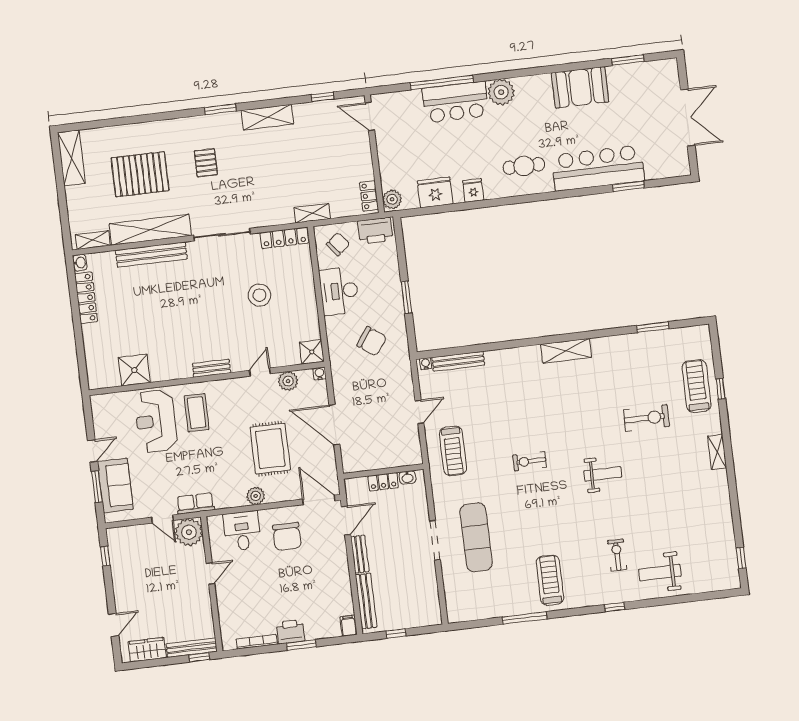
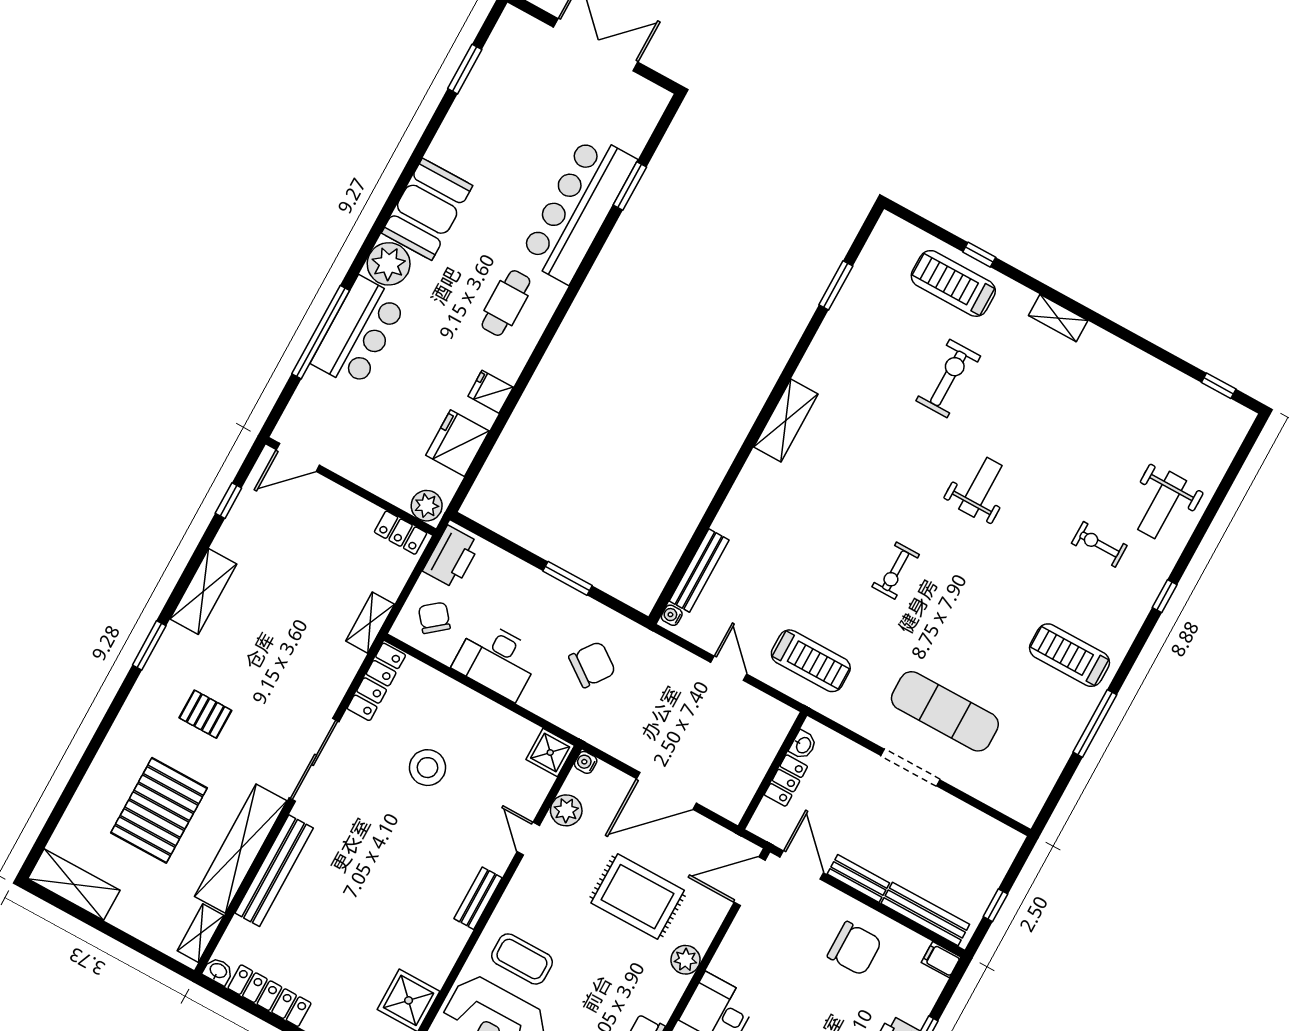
booth: (580, 87) -> (427, 209), moved
chair: (287, 536) -> (855, 949), moved

